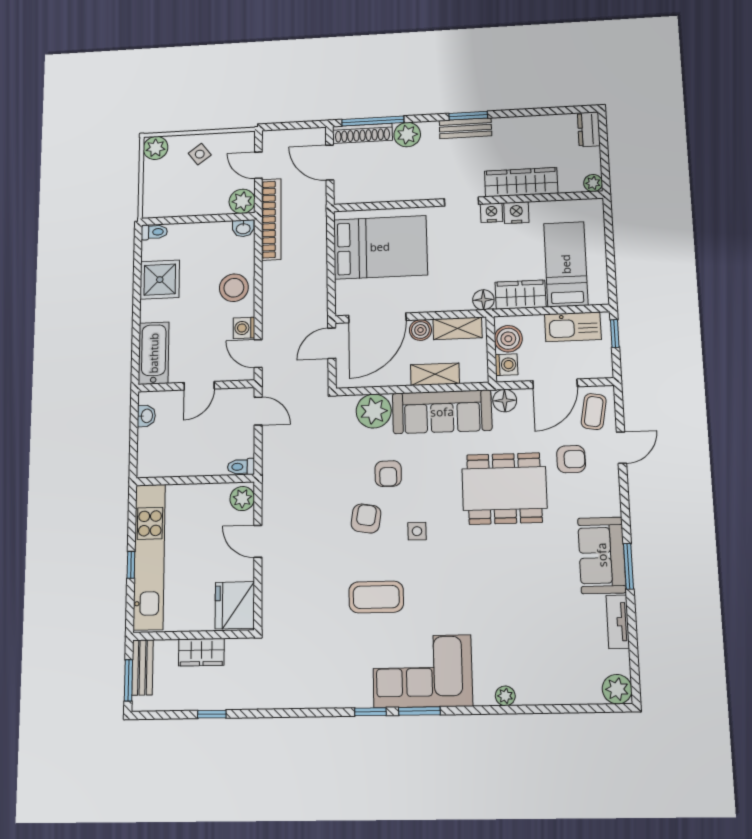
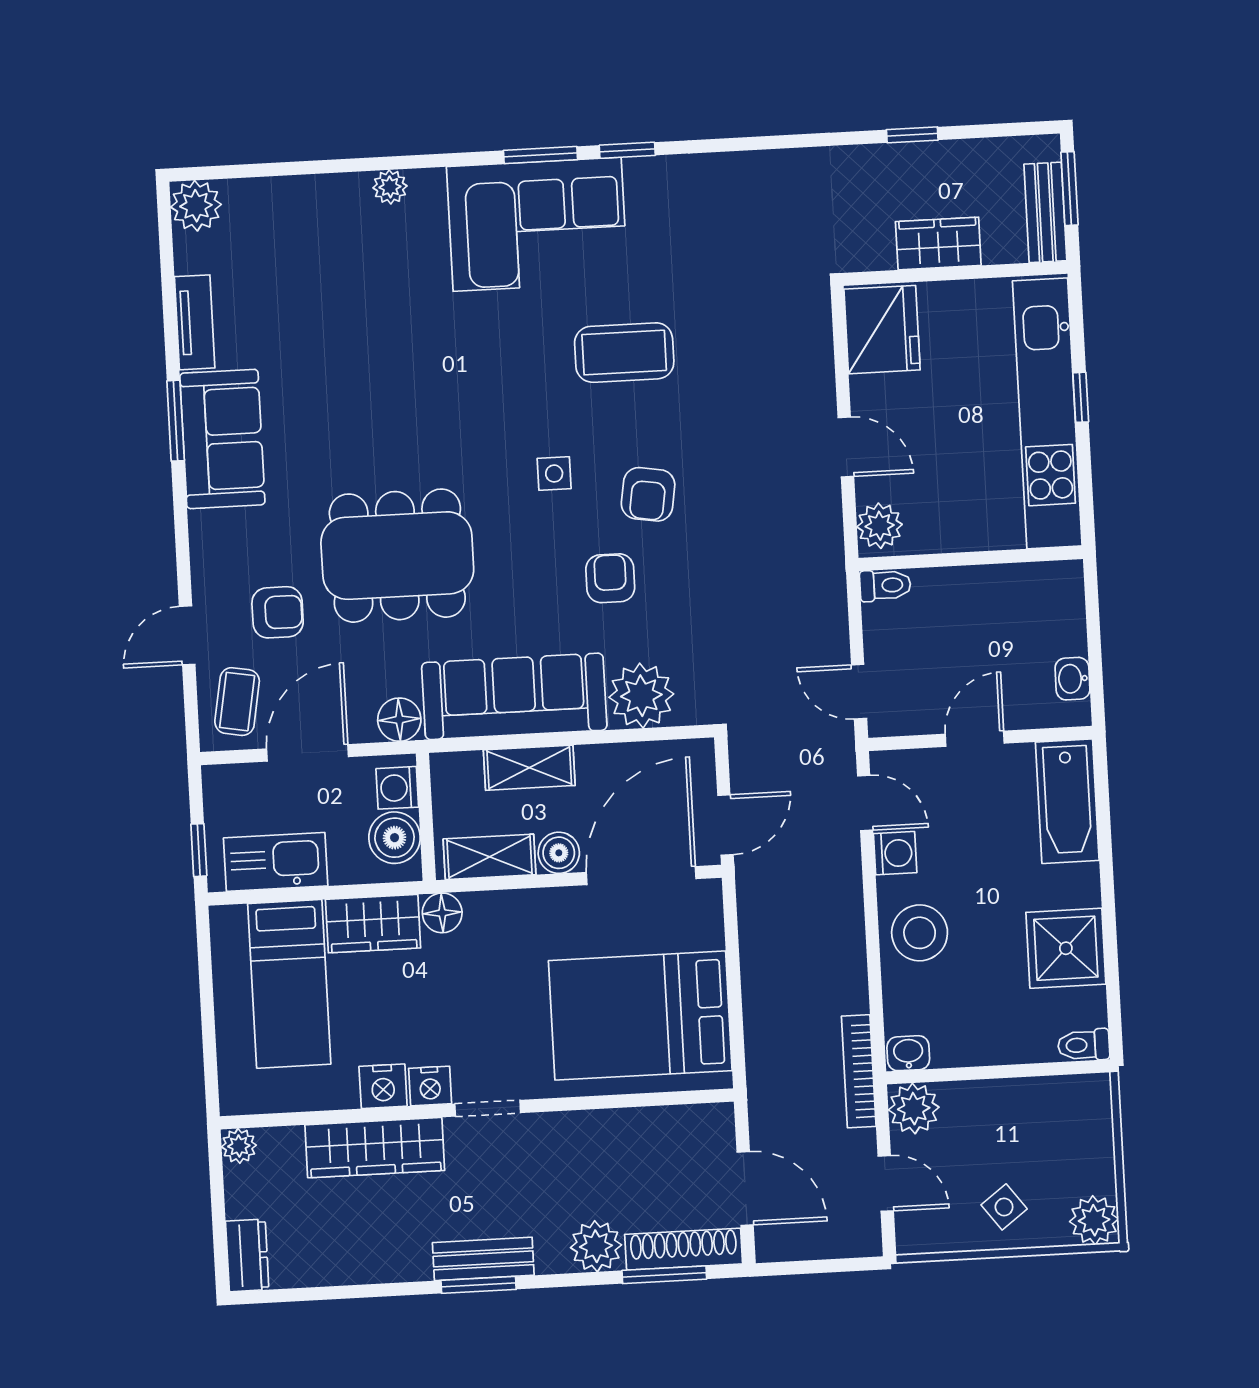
window: (373, 121) -> (664, 1275), width x0.69
bookcase: (271, 219) -> (859, 1071), width x0.68, depth x0.76
armchair: (571, 459) -> (278, 612), turned 180

